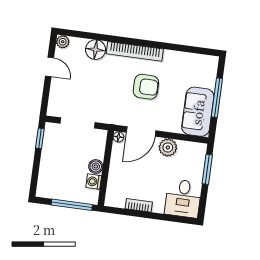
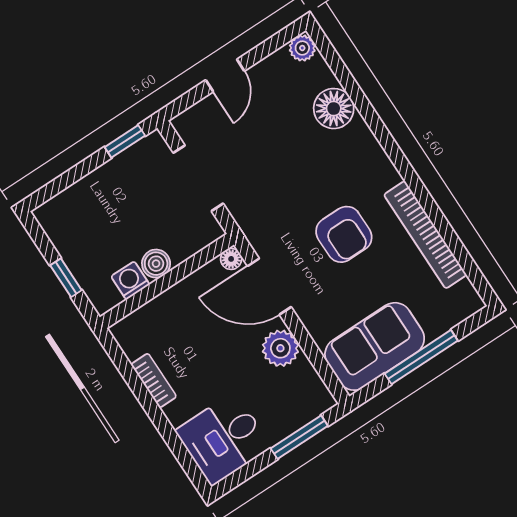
bookcase: (135, 51) -> (425, 235), moved
door: (50, 67) -> (225, 76), moved
window: (72, 205) -> (66, 278), width x0.46

